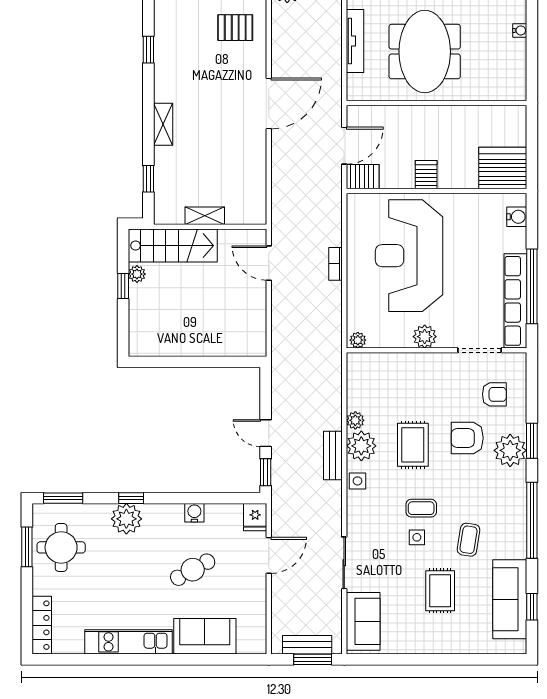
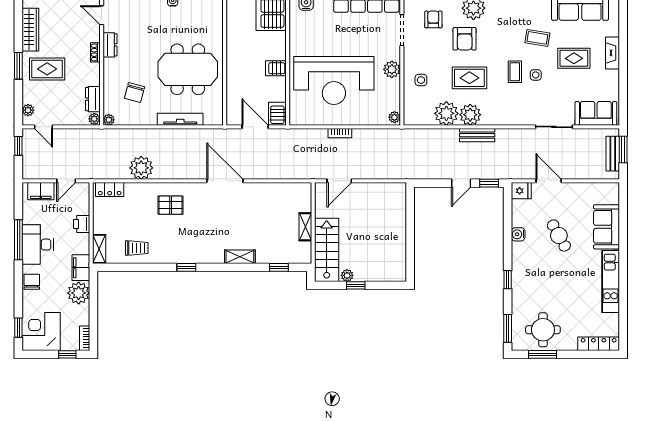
pallet: (235, 28) -> (171, 205), turned 90
plant: (355, 420) -> (446, 113), width x1.88, depth x1.88
side table: (358, 481) -> (421, 80), moved
plant: (126, 519) -> (522, 283), removed
fireplace: (448, 645) -> (613, 53), added

